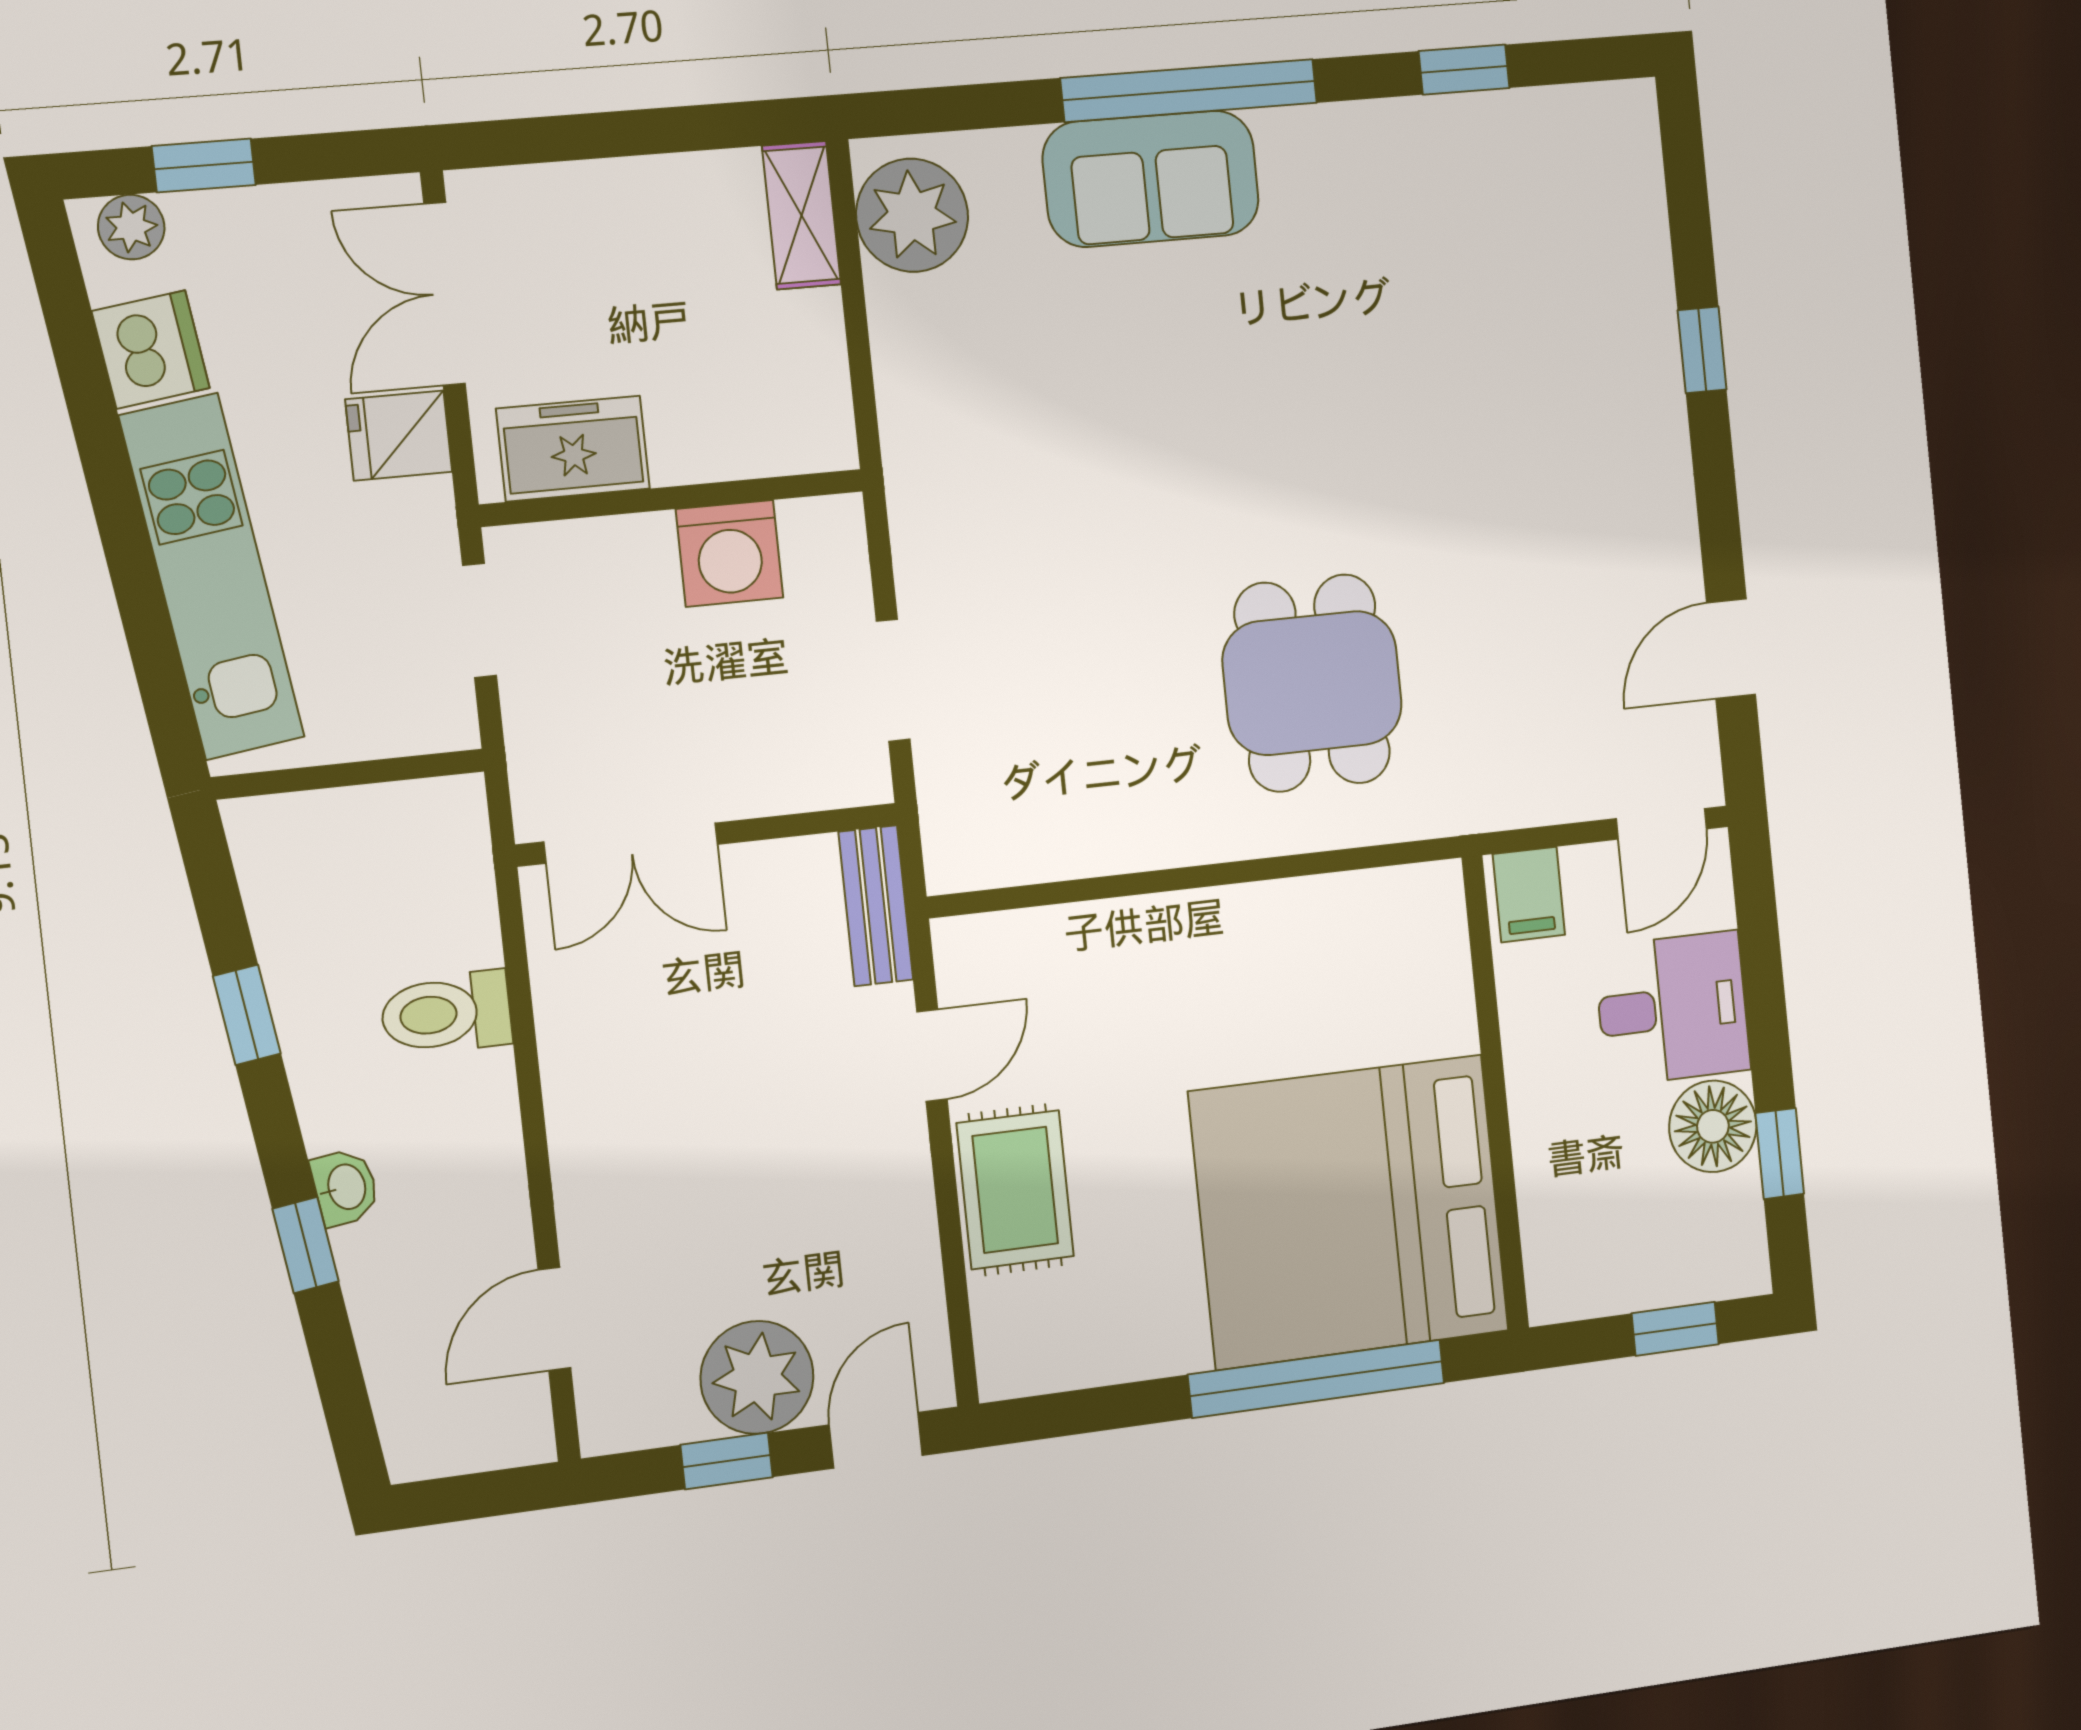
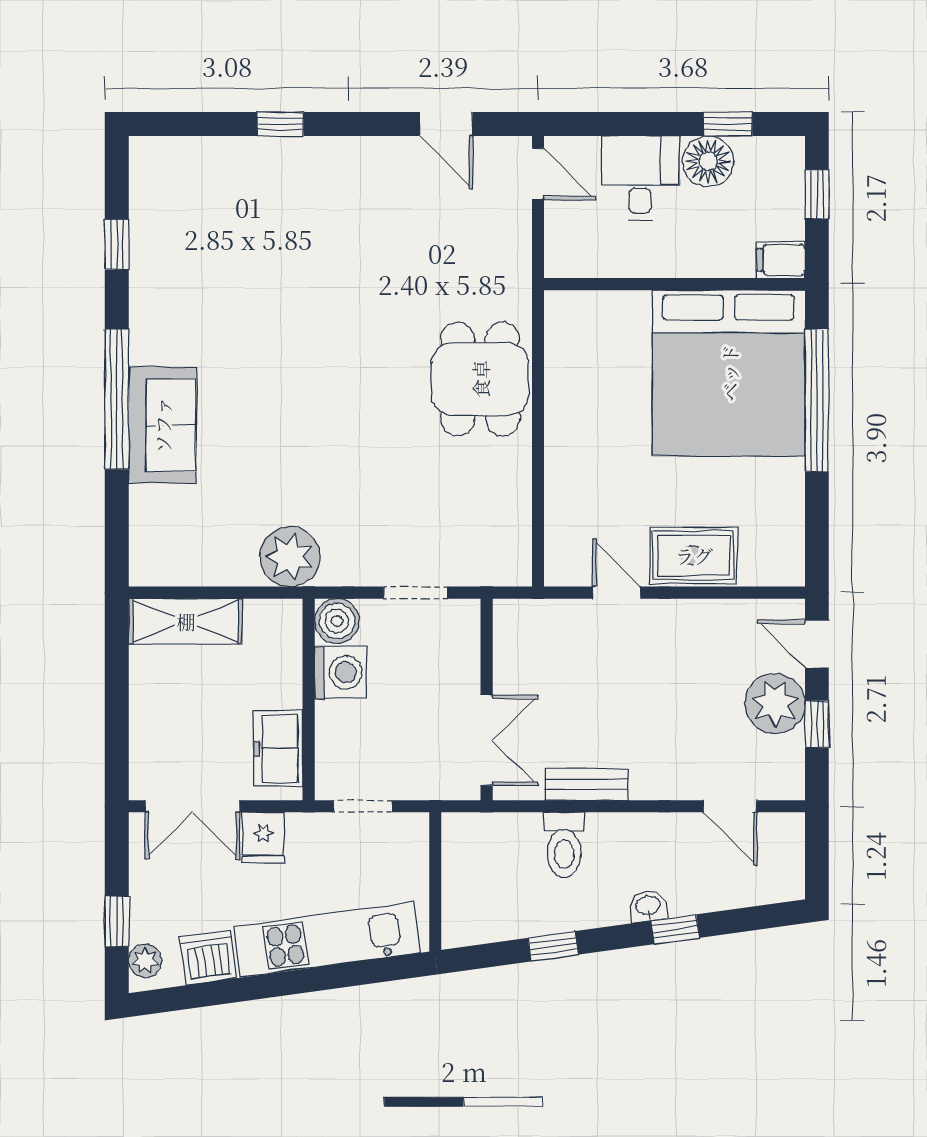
shelving: (802, 215) -> (186, 621), width x1.50, depth x1.33
plant: (912, 215) -> (290, 557), moved
boiler: (825, 537) -> (337, 621), added
dining table: (1312, 683) -> (480, 379), moved, turned 90
filing cabinet: (1529, 895) -> (781, 260), moved, turned 180
bench: (876, 906) -> (586, 784), moved

